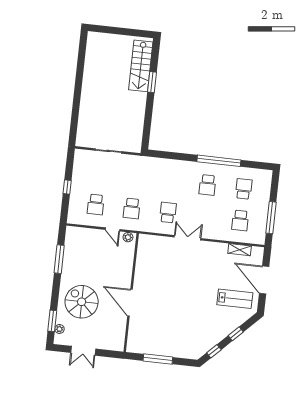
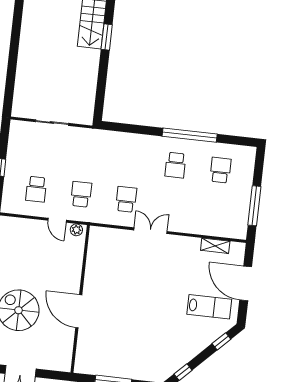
school desk: (132, 208) -> (81, 194), turned 180
school desk: (240, 220) -> (216, 209), removed
window: (236, 334) -> (221, 341), moved

